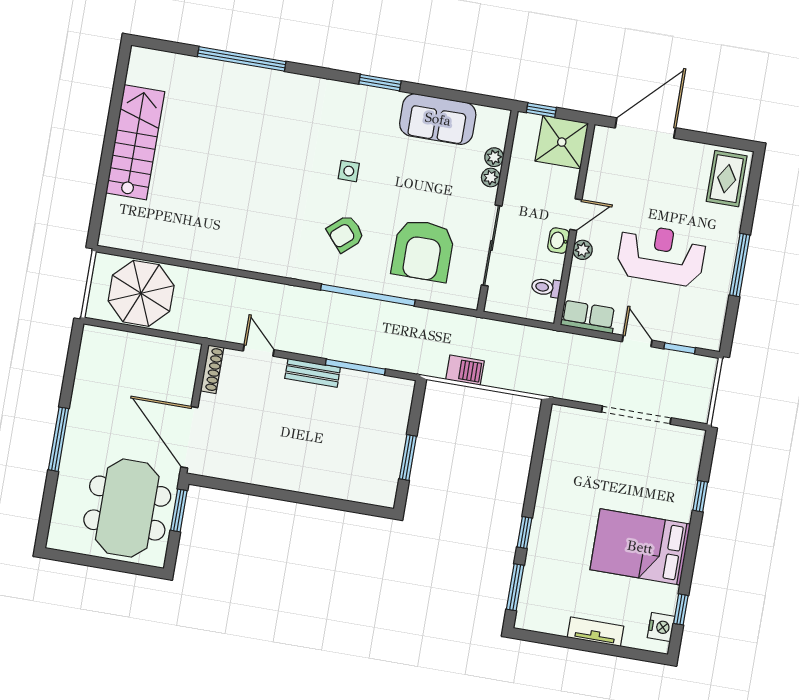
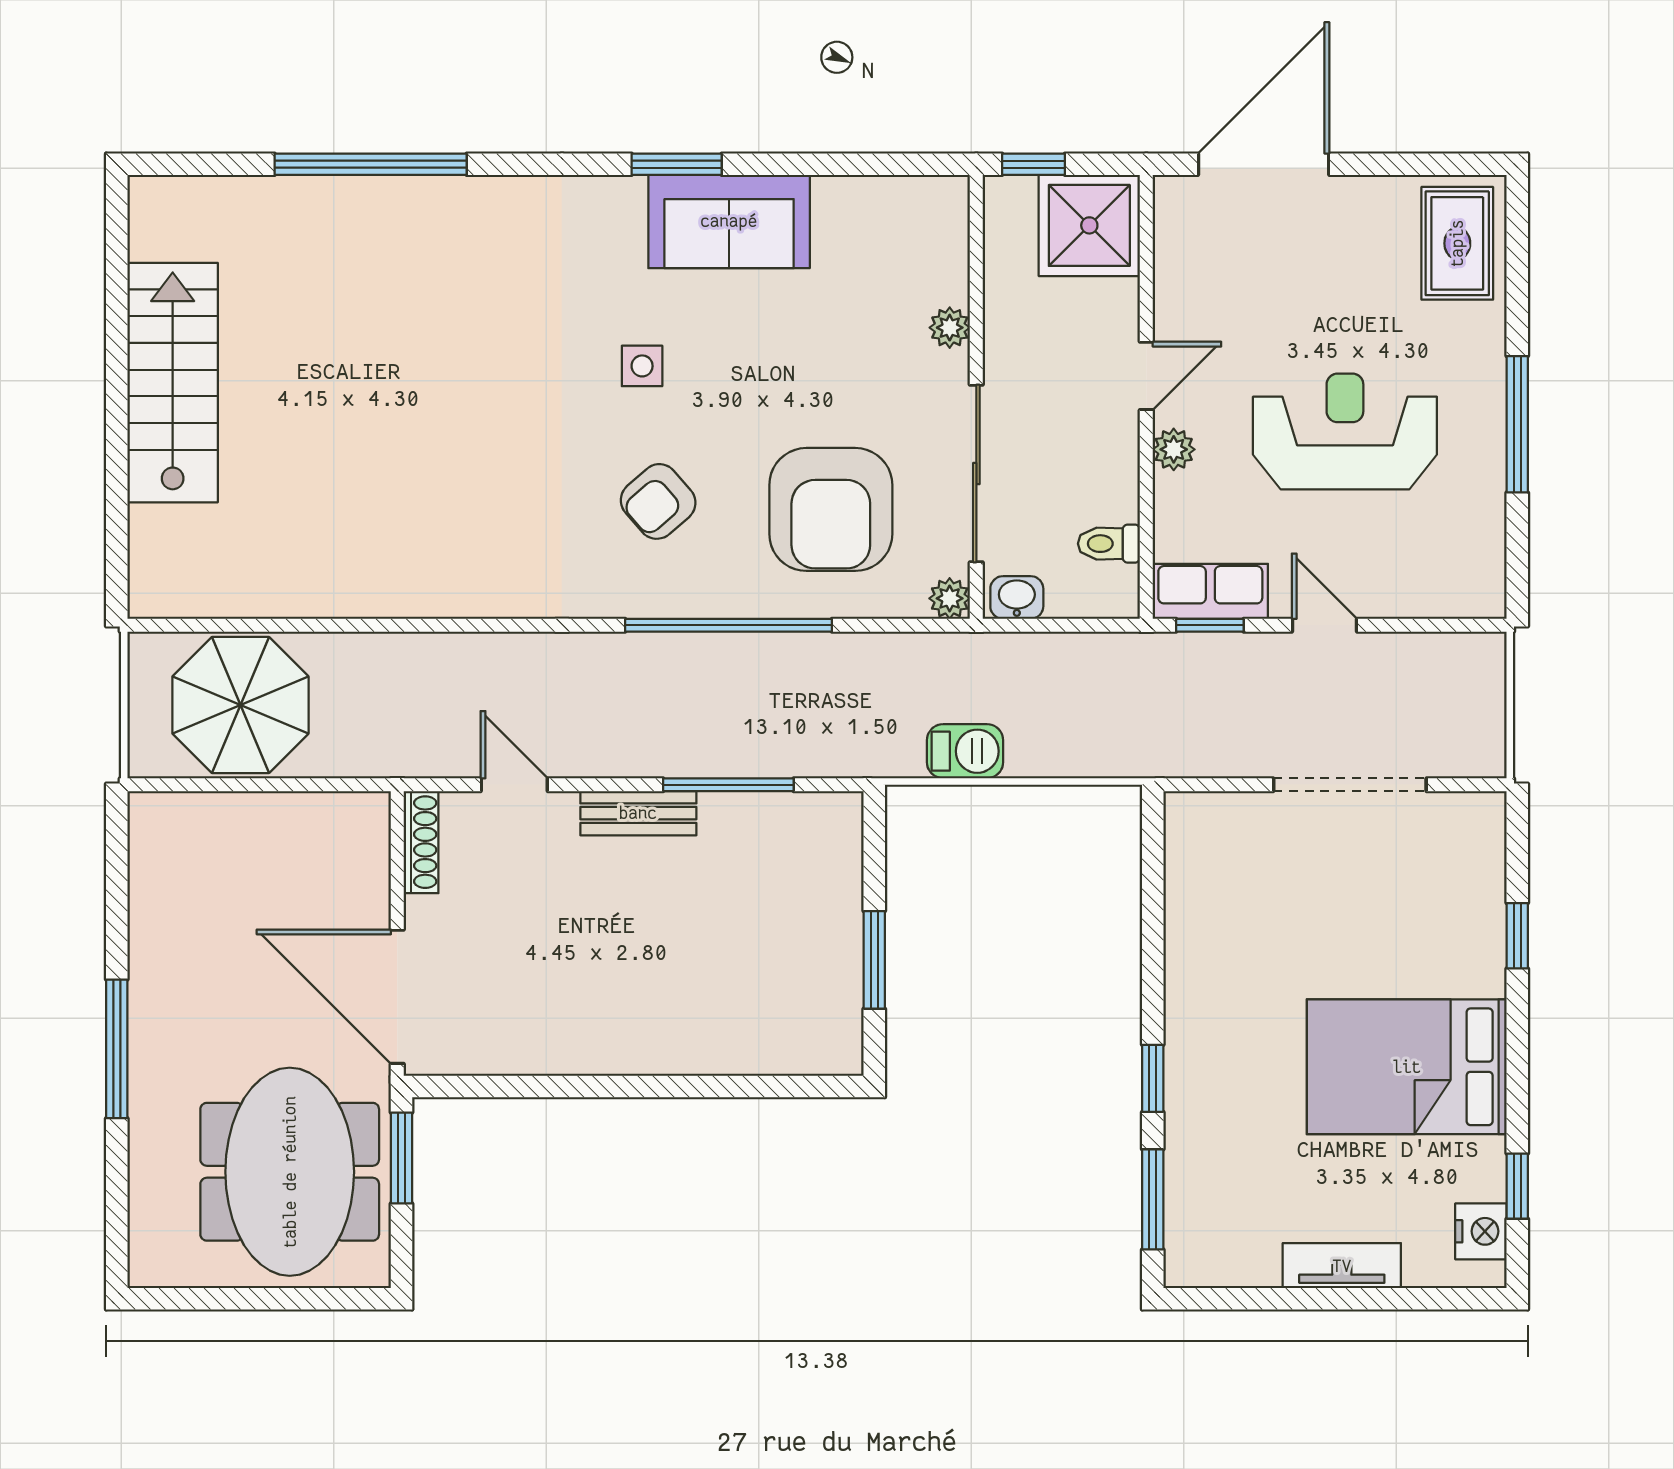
sofa: (438, 119) -> (729, 221), moved
plant: (494, 157) -> (950, 598), moved
washbasin: (559, 241) -> (1017, 597), moved, turned 90
window: (680, 348) -> (1210, 625), moved

